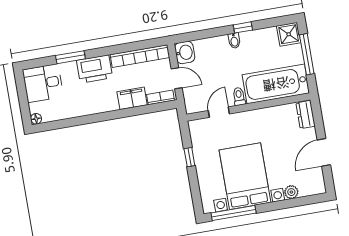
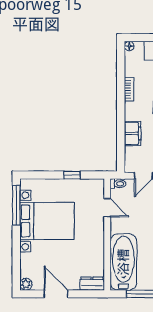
toilet: (239, 96) -> (118, 184), moved
bookcase: (161, 97) -> (129, 89), moved
plant: (291, 192) -> (26, 284), moved

